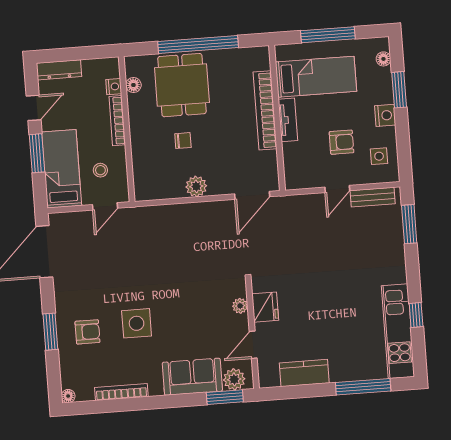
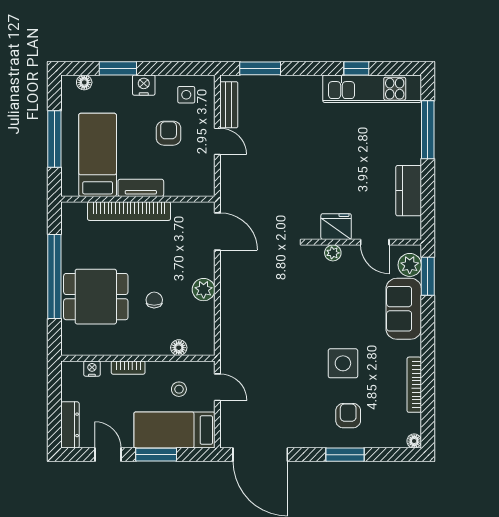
floor lamp: (133, 85) -> (179, 348), moved
bookcase: (117, 121) -> (128, 368), width x0.64

